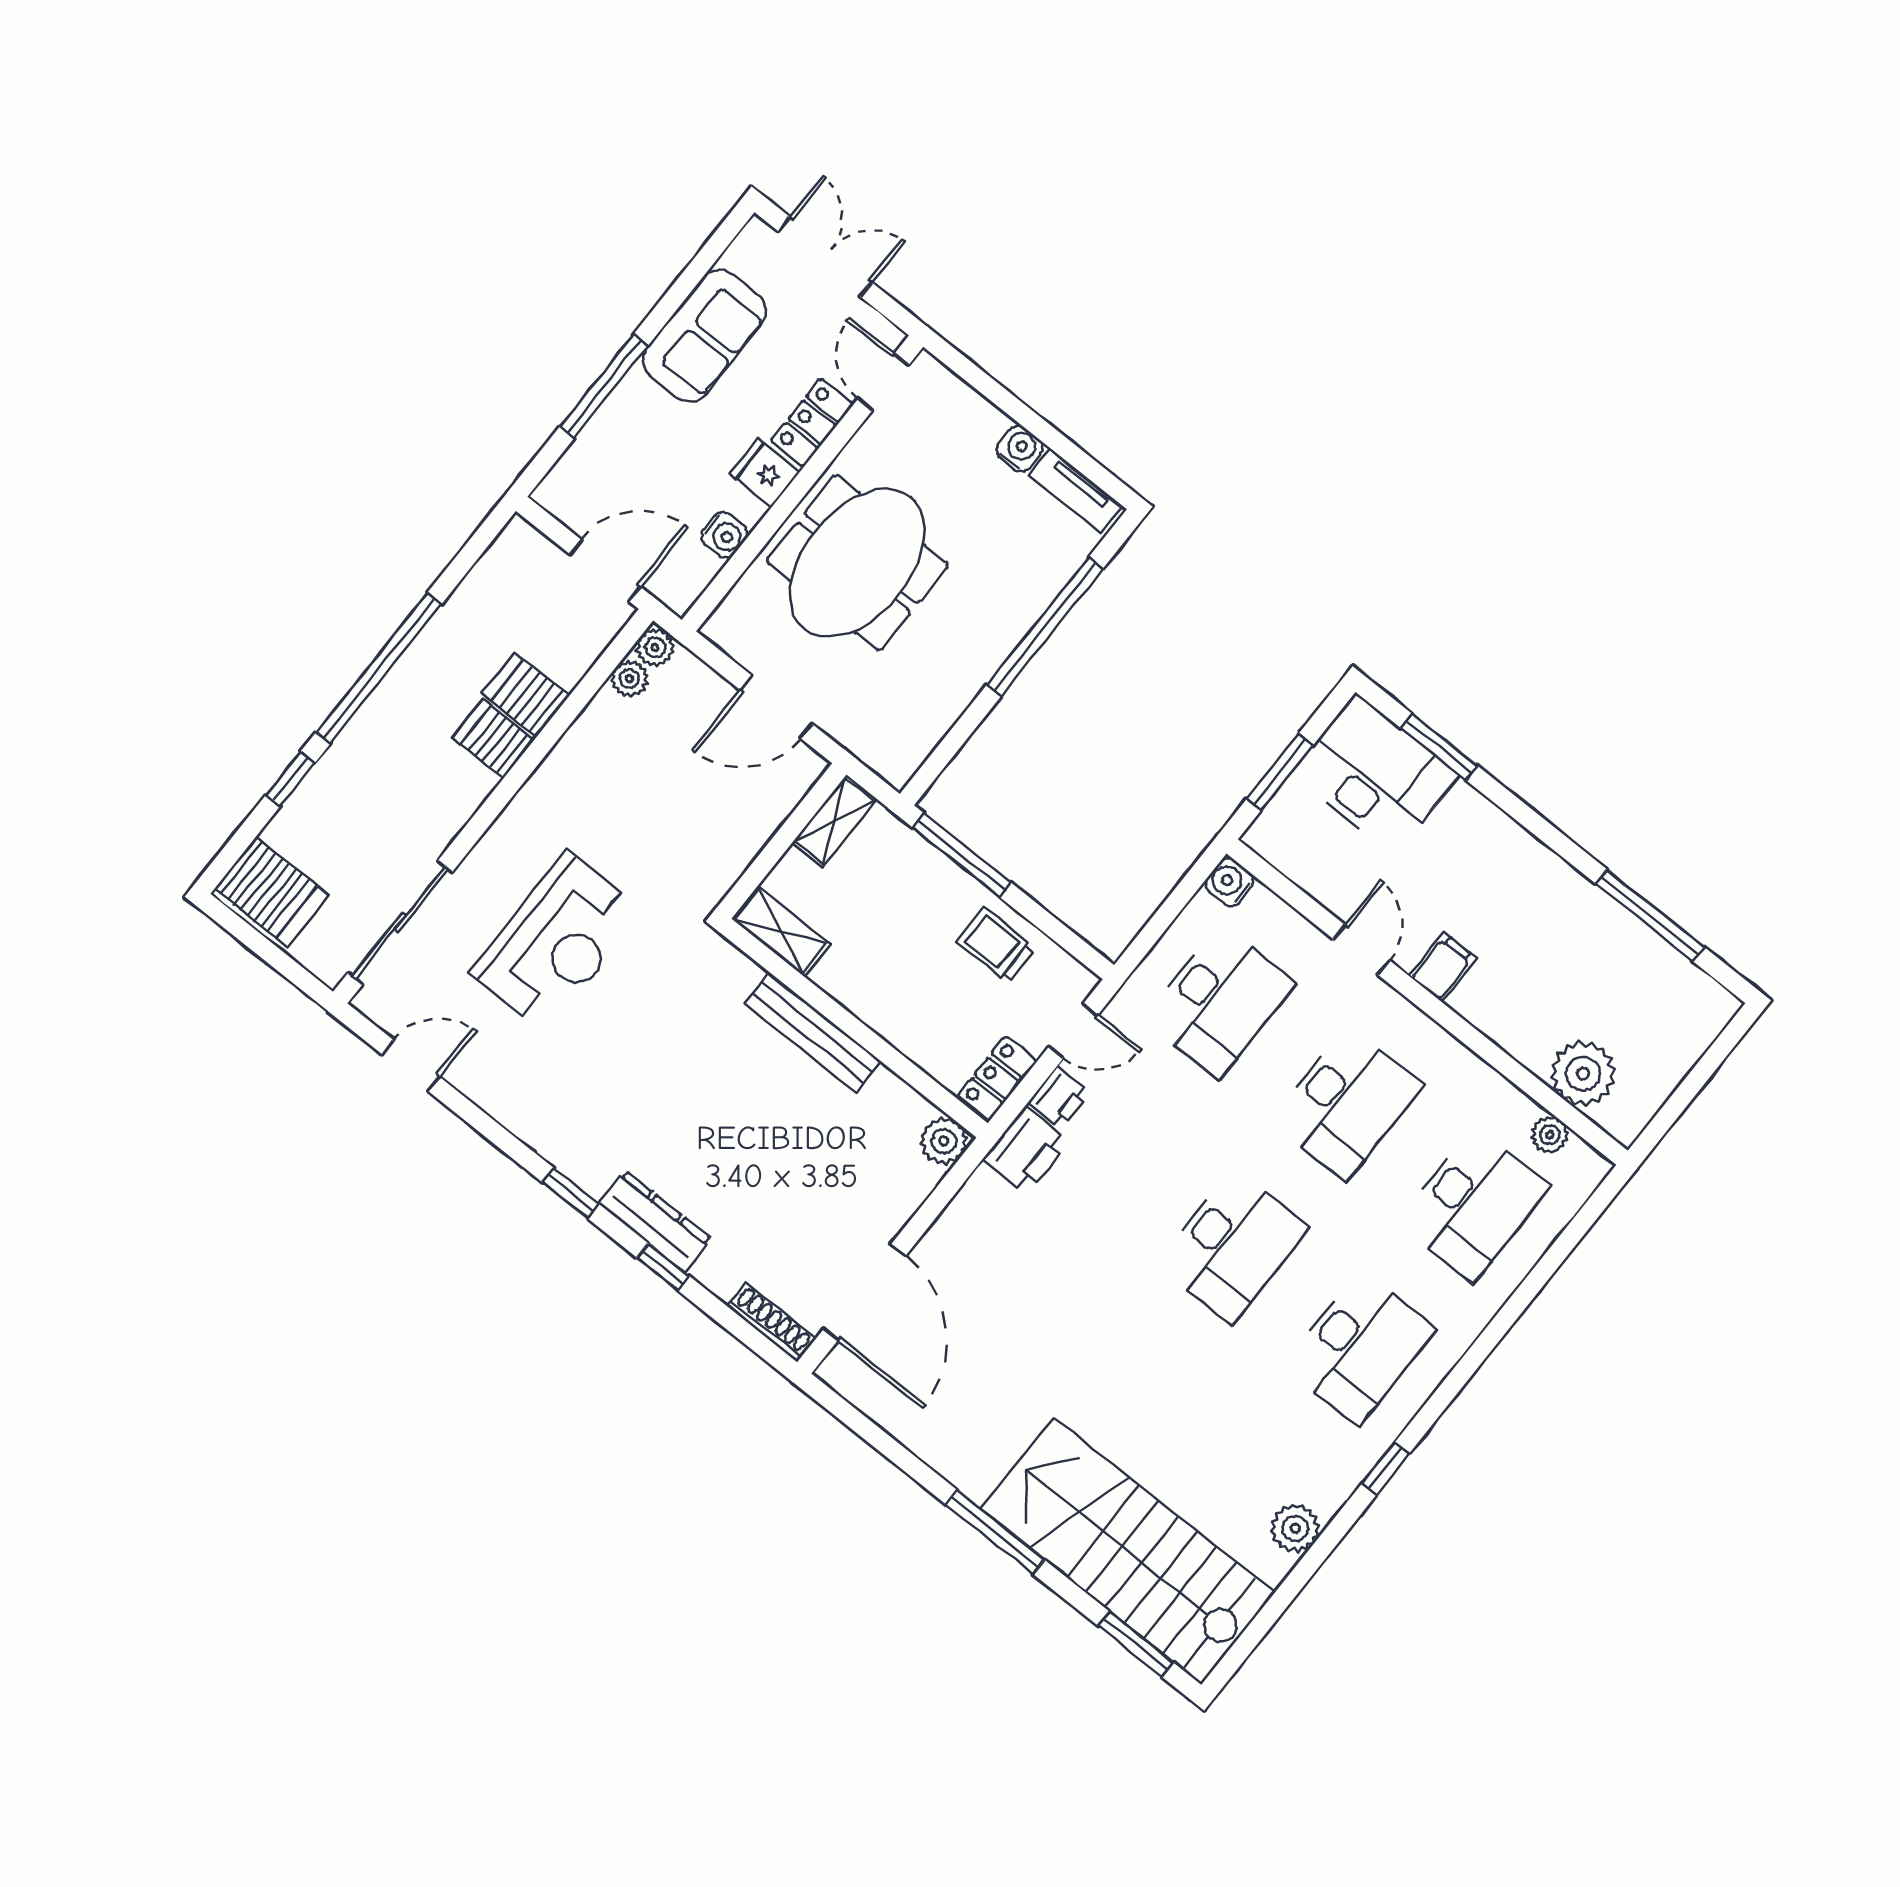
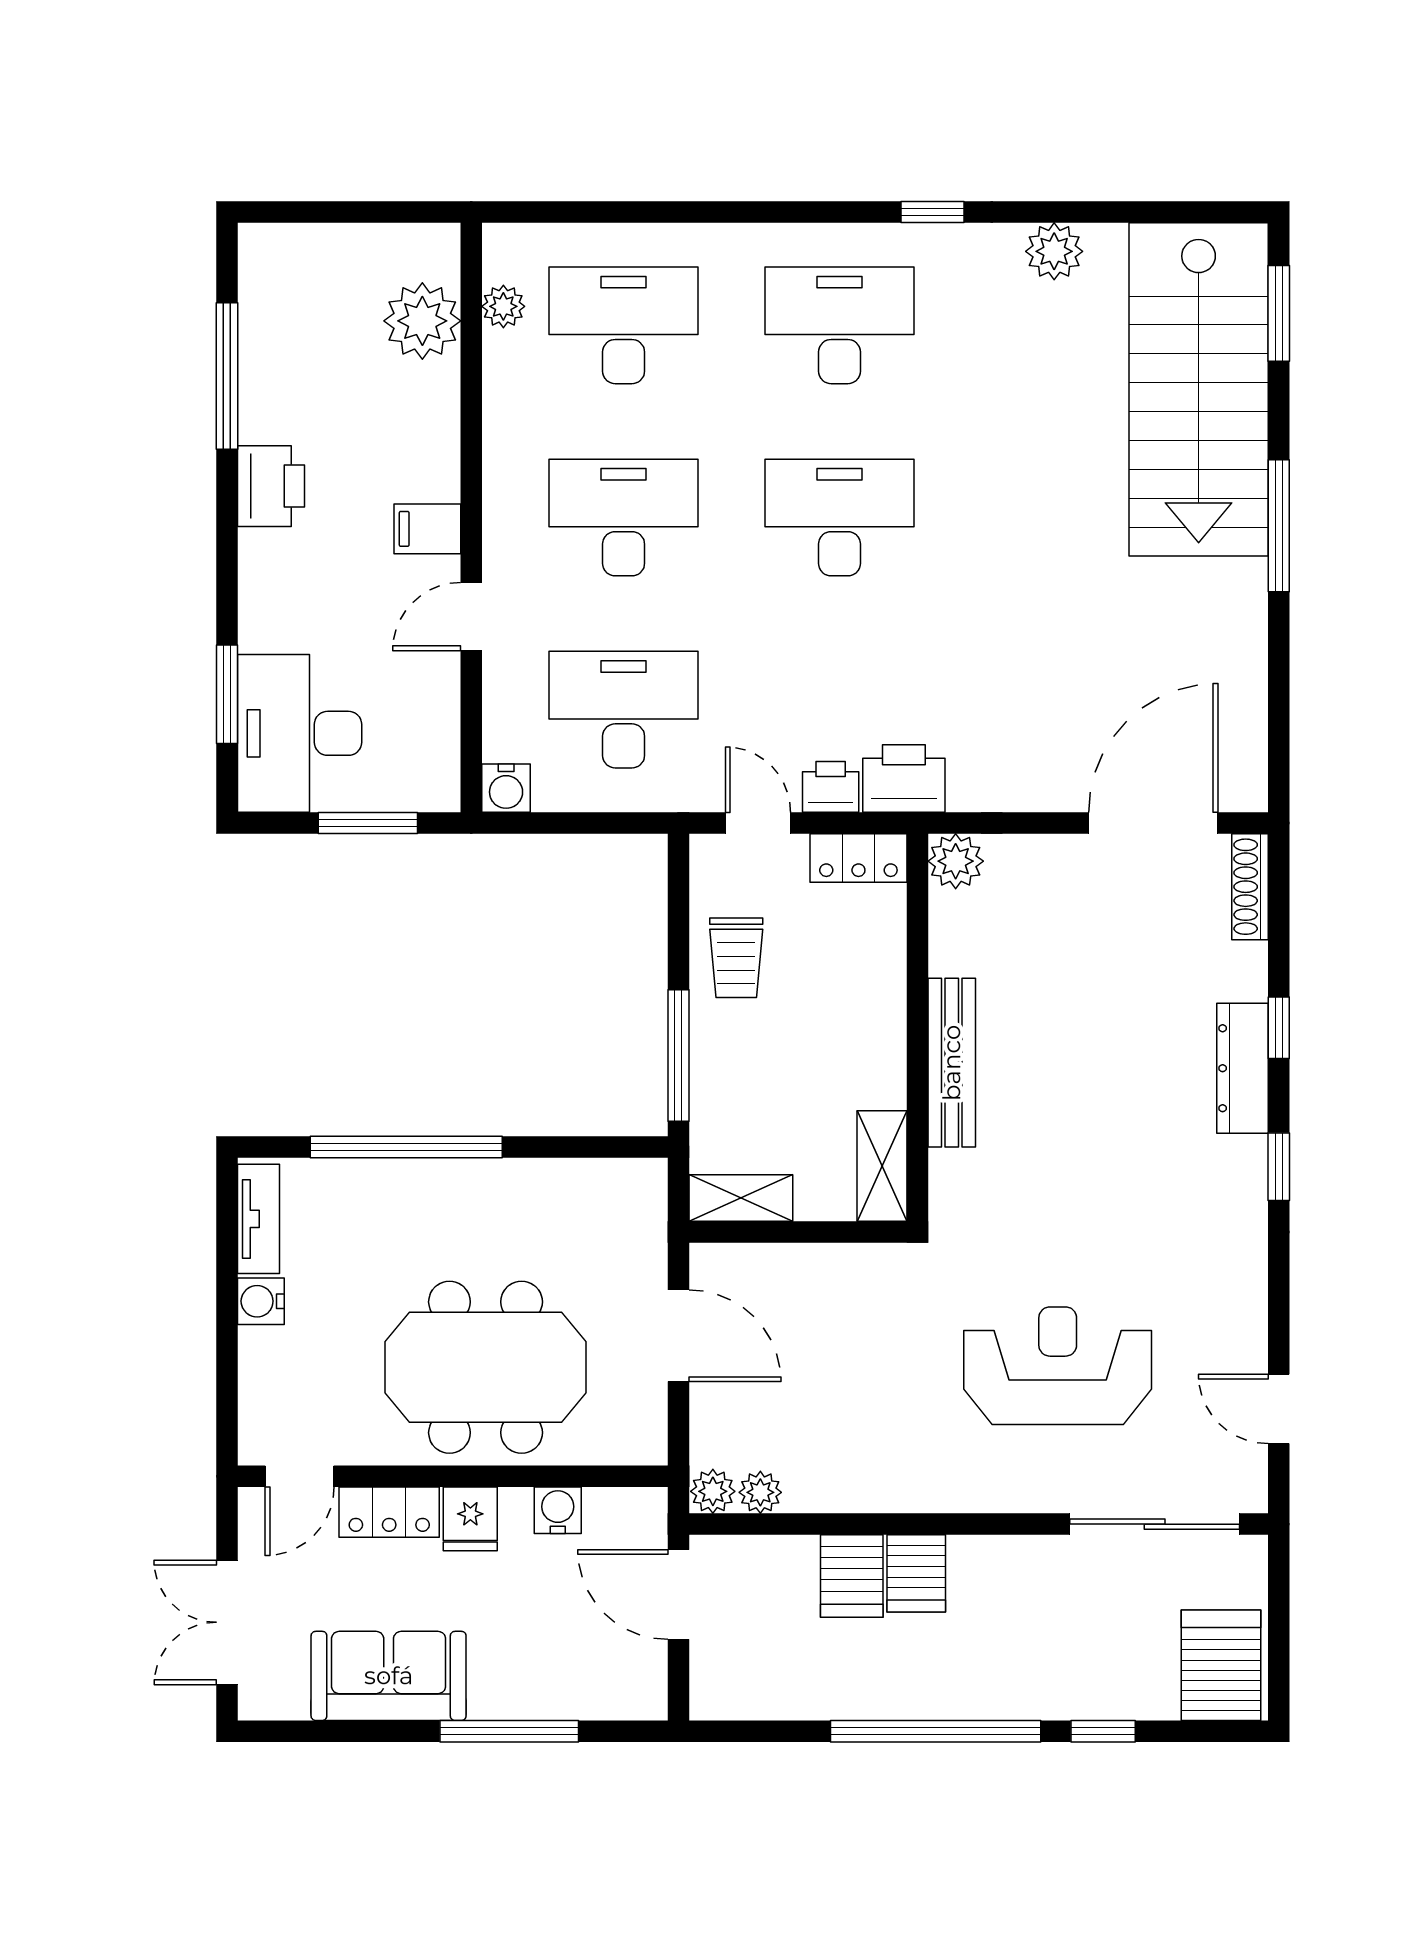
printer: (1554, 886) -> (271, 486), added

